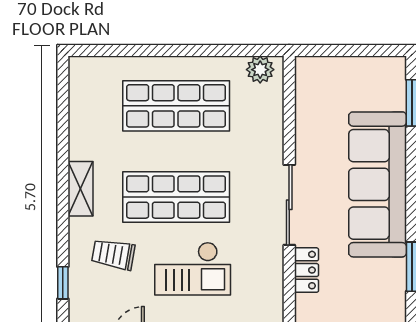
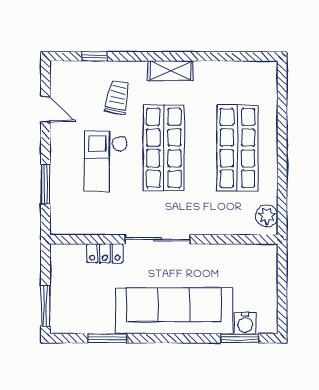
water cooler: (393, 96) -> (245, 323), added

